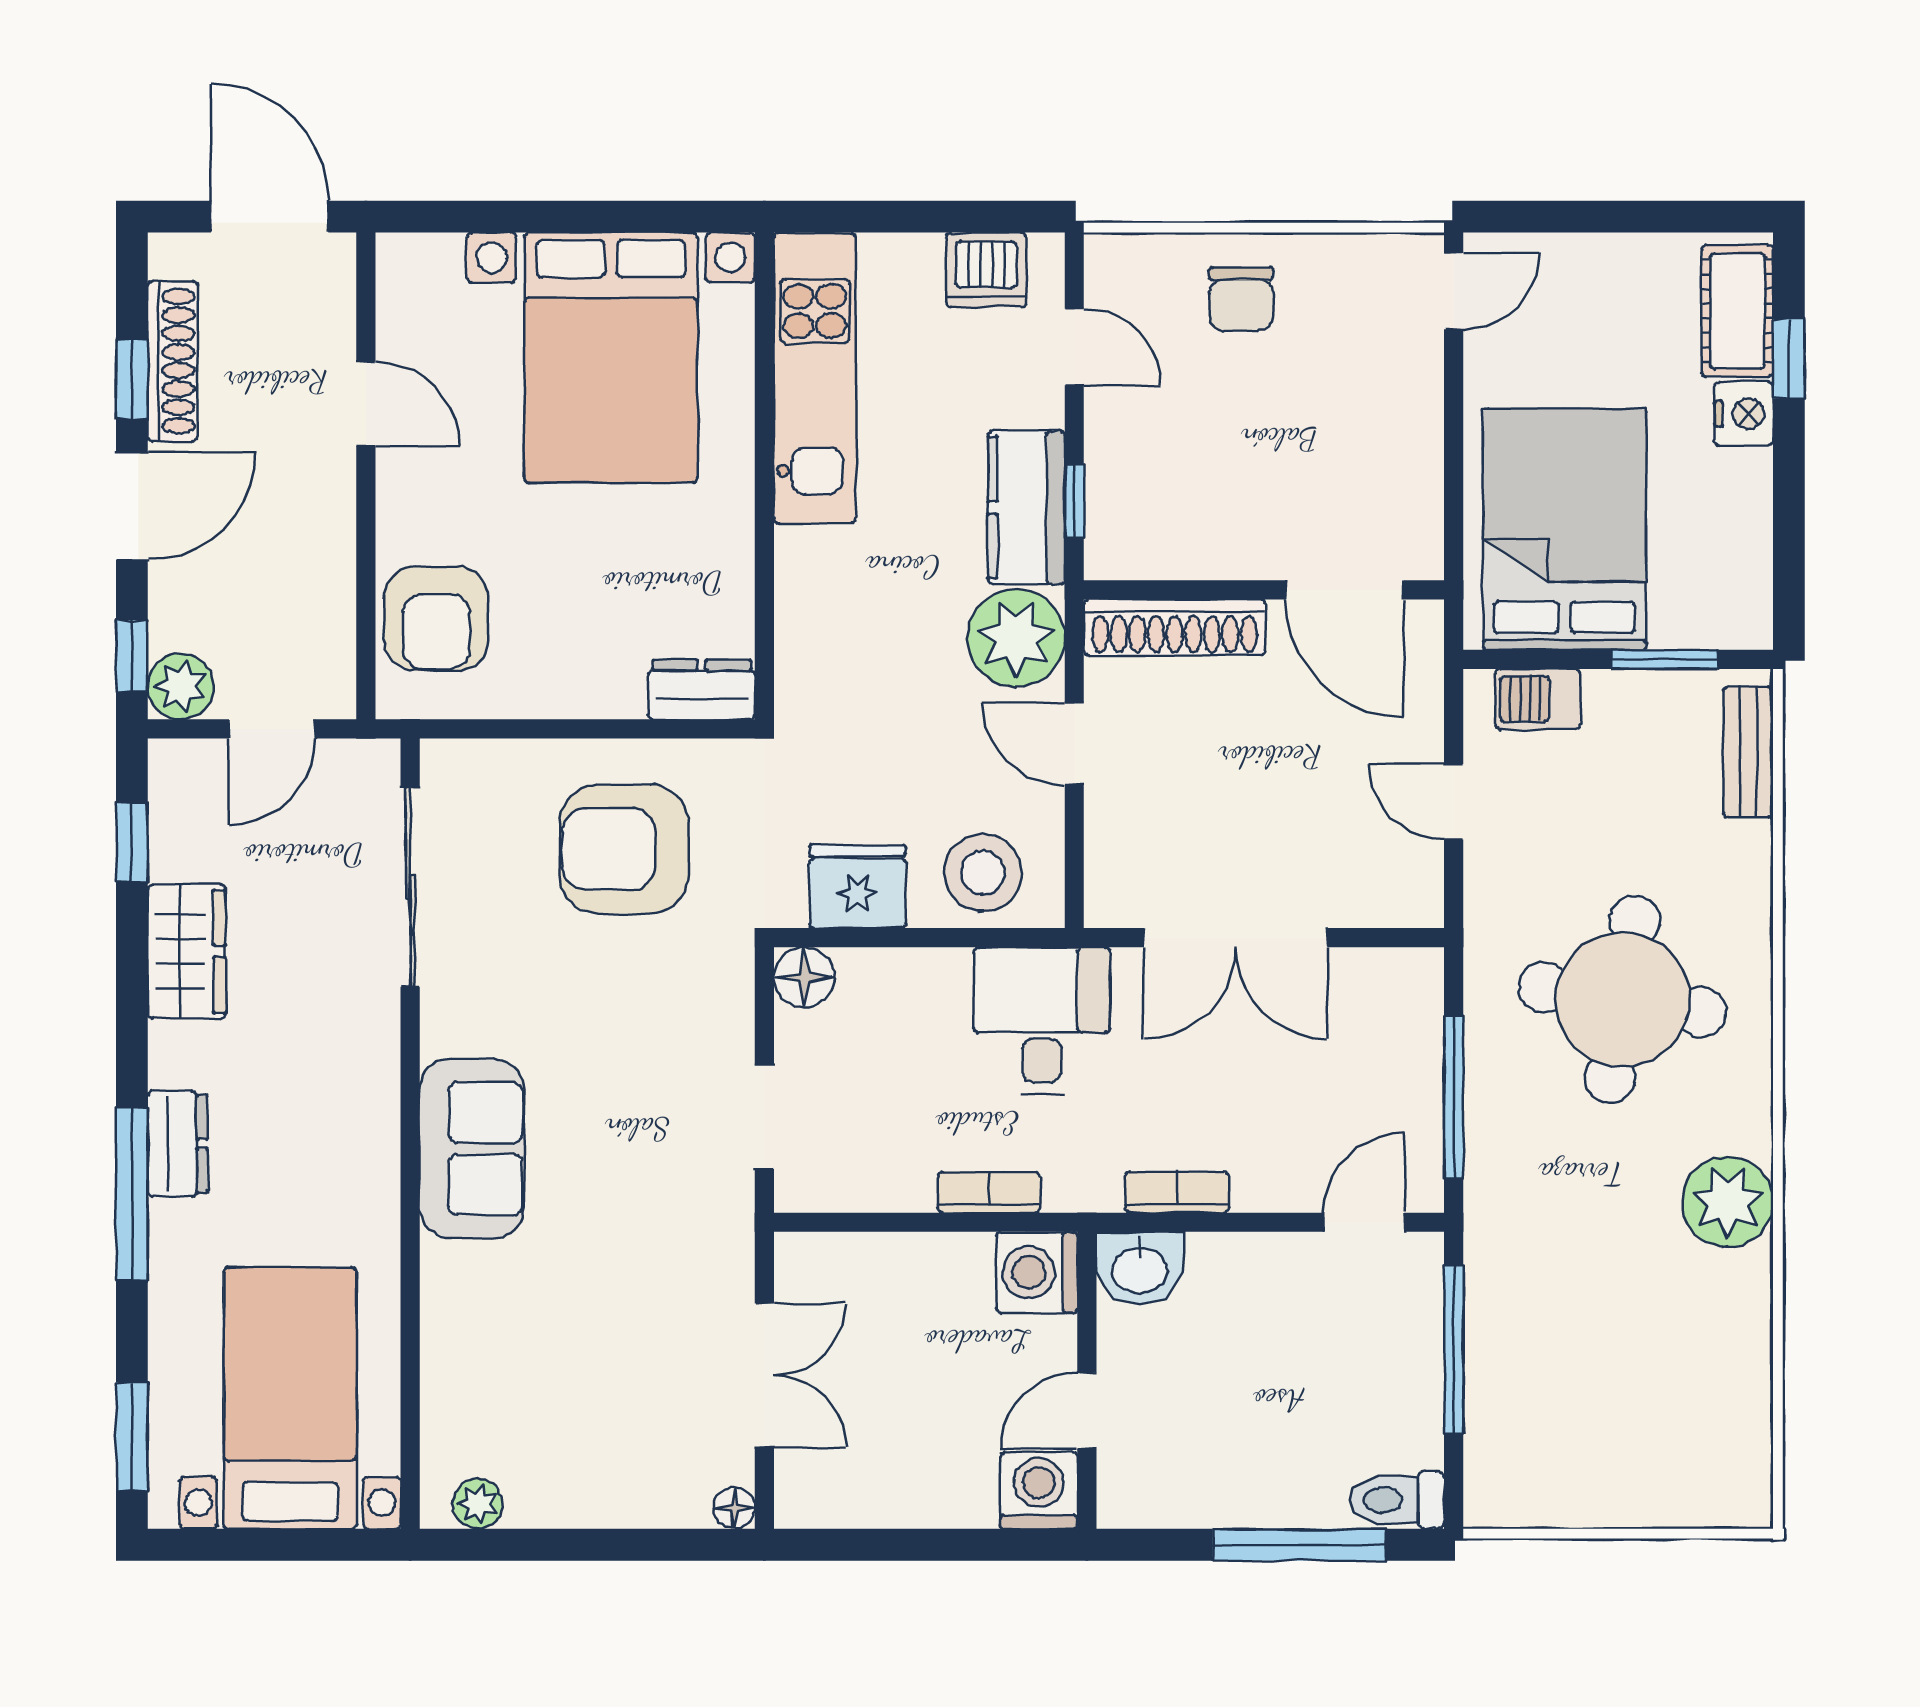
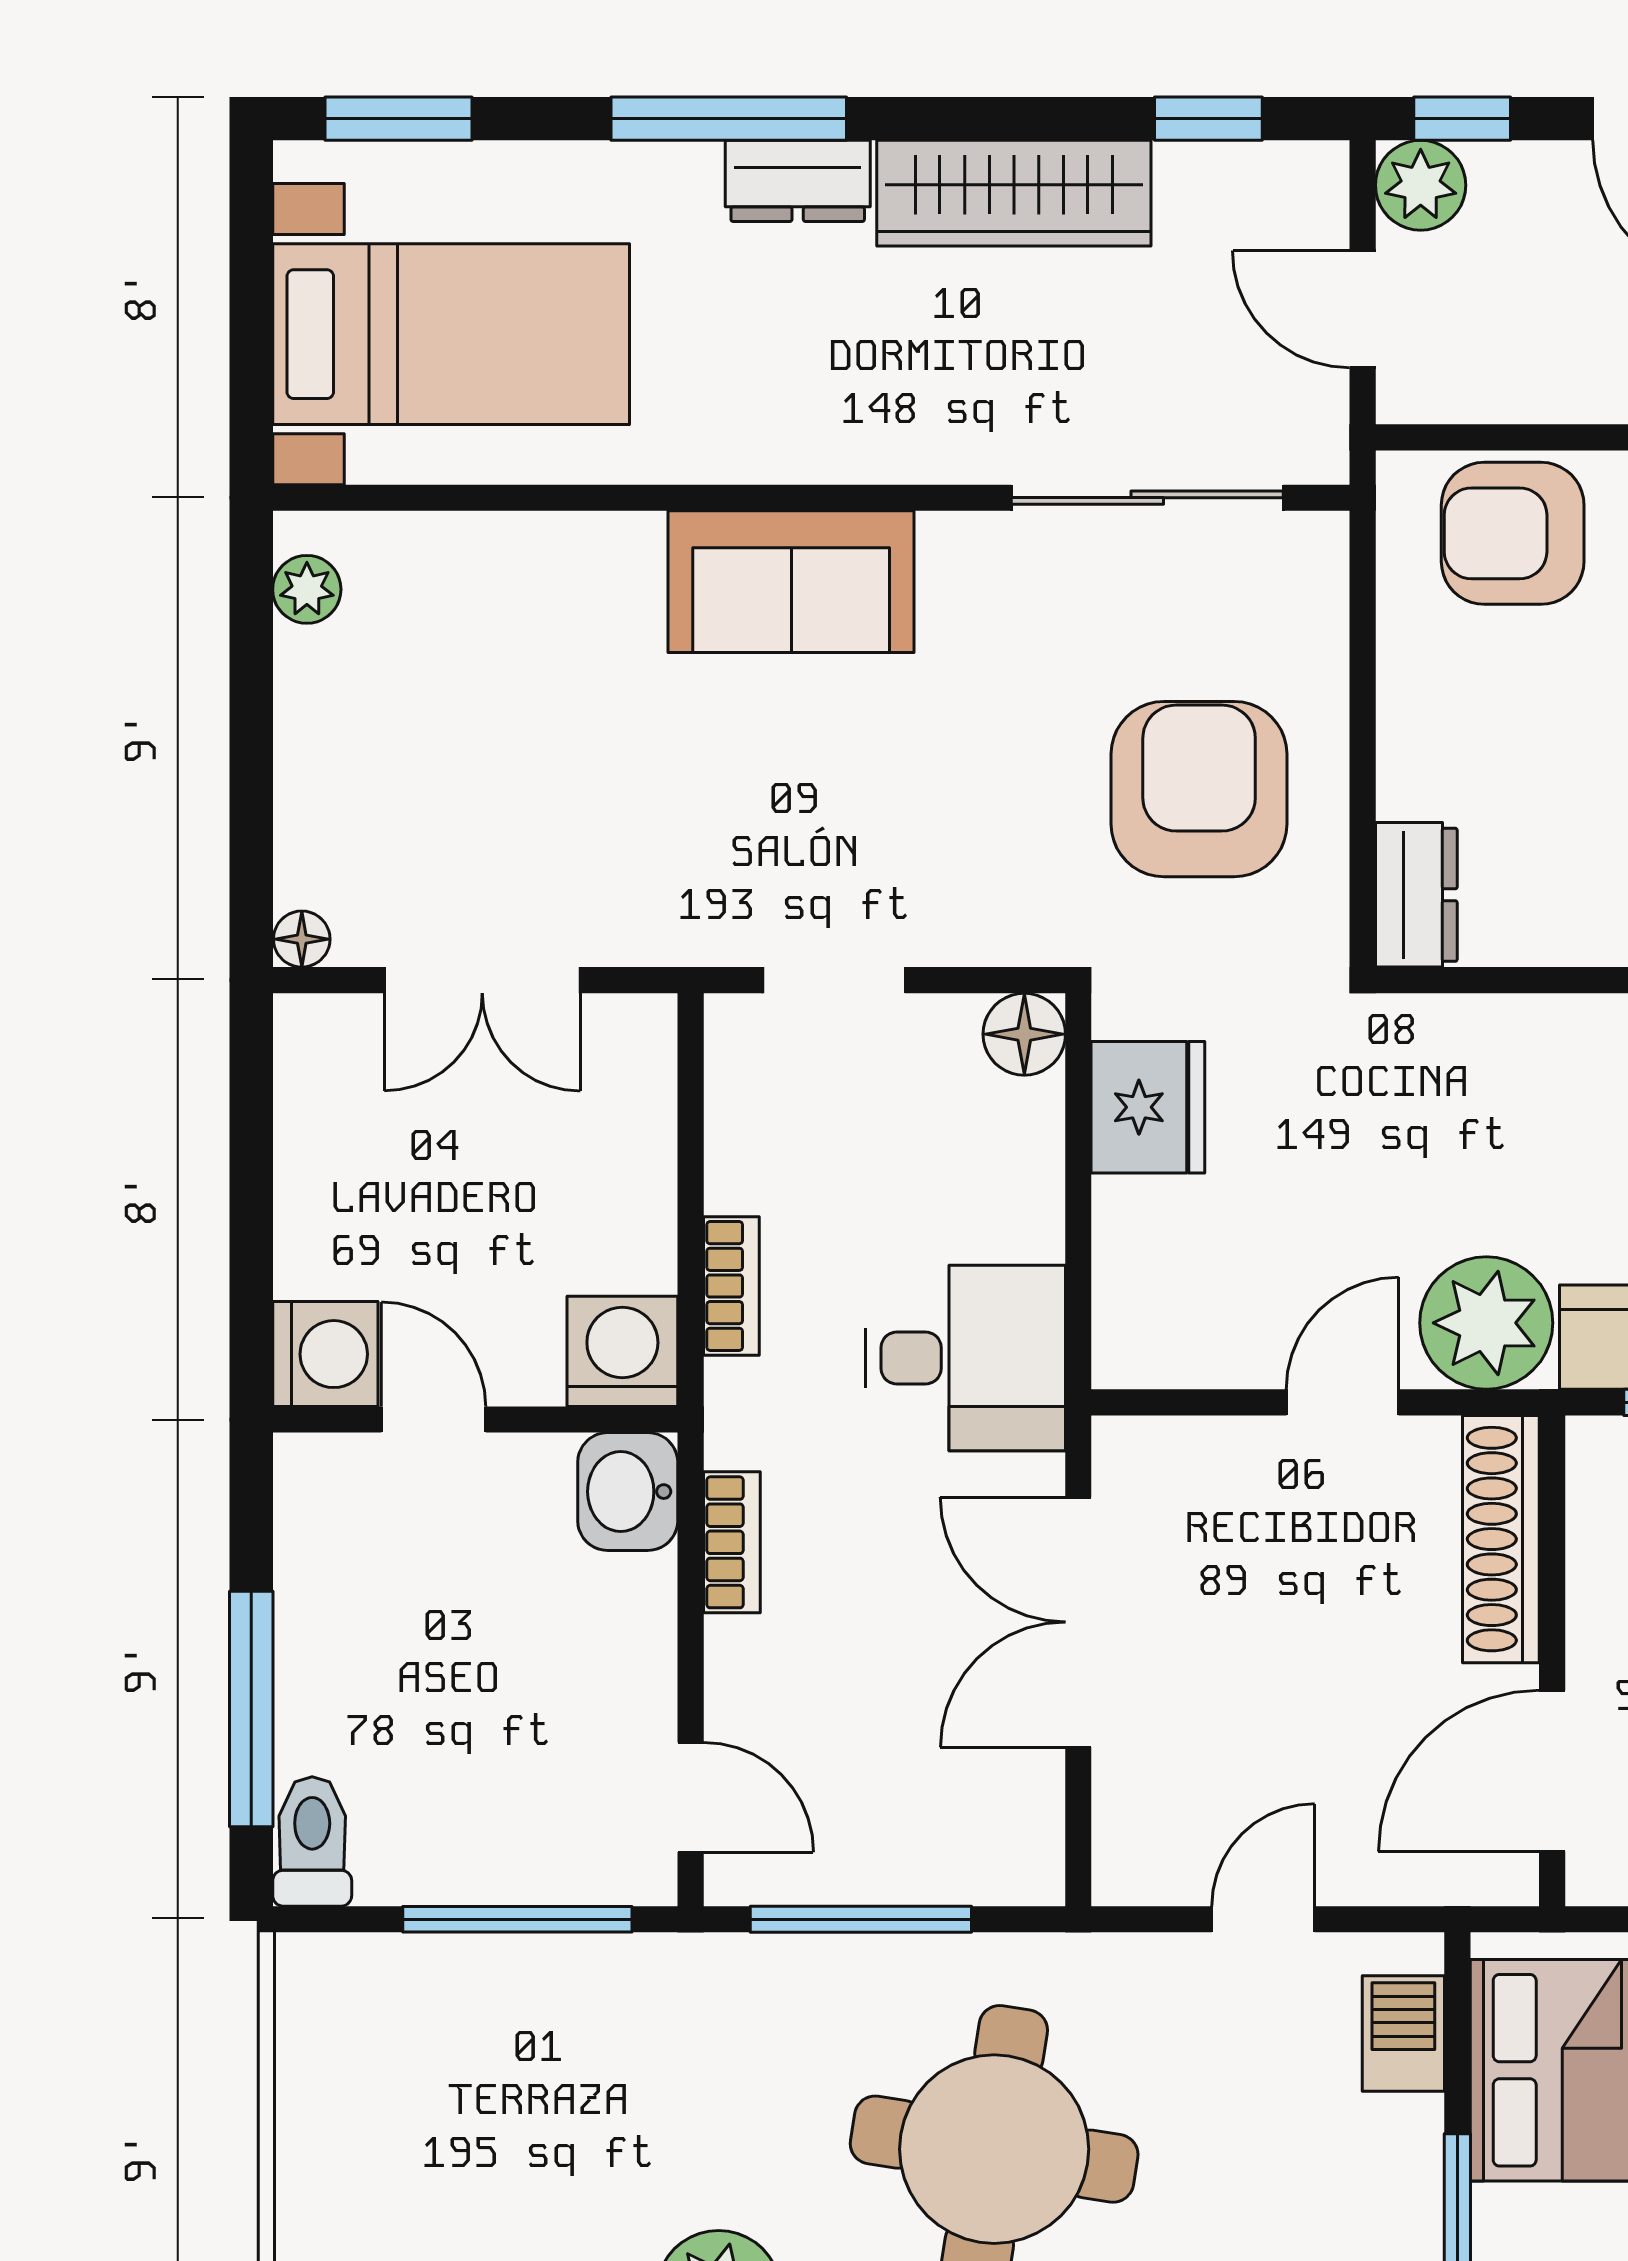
stool: (983, 873) -> (1167, 1278), removed
wardrobe: (187, 951) -> (1014, 193), width x1.50

